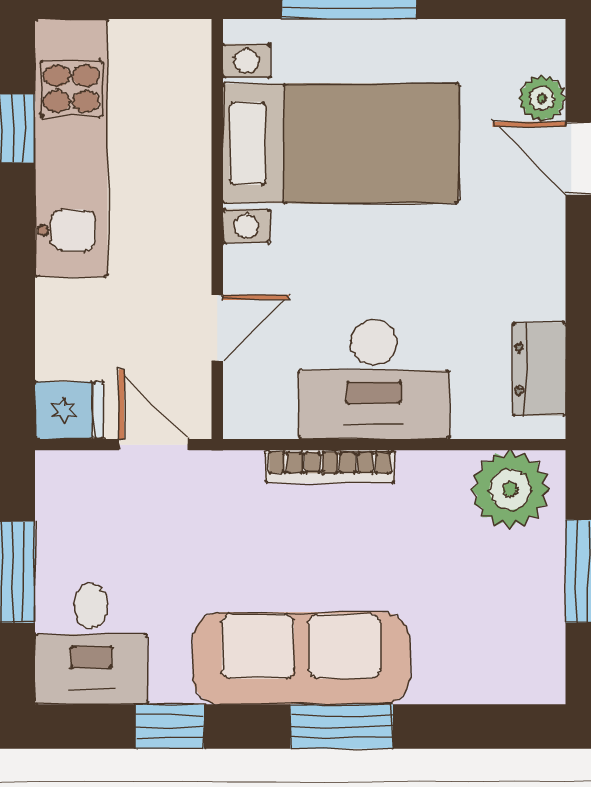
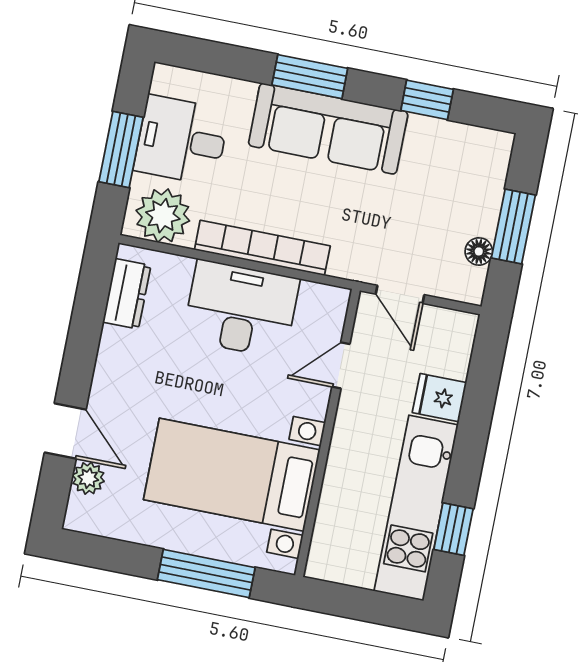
fridge: (69, 410) -> (440, 398), moved
bookcase: (330, 467) -> (262, 248), width x1.48, depth x1.31
floor lamp: (54, 527) -> (479, 251), added
desk: (91, 644) -> (182, 140), moved, turned -90

